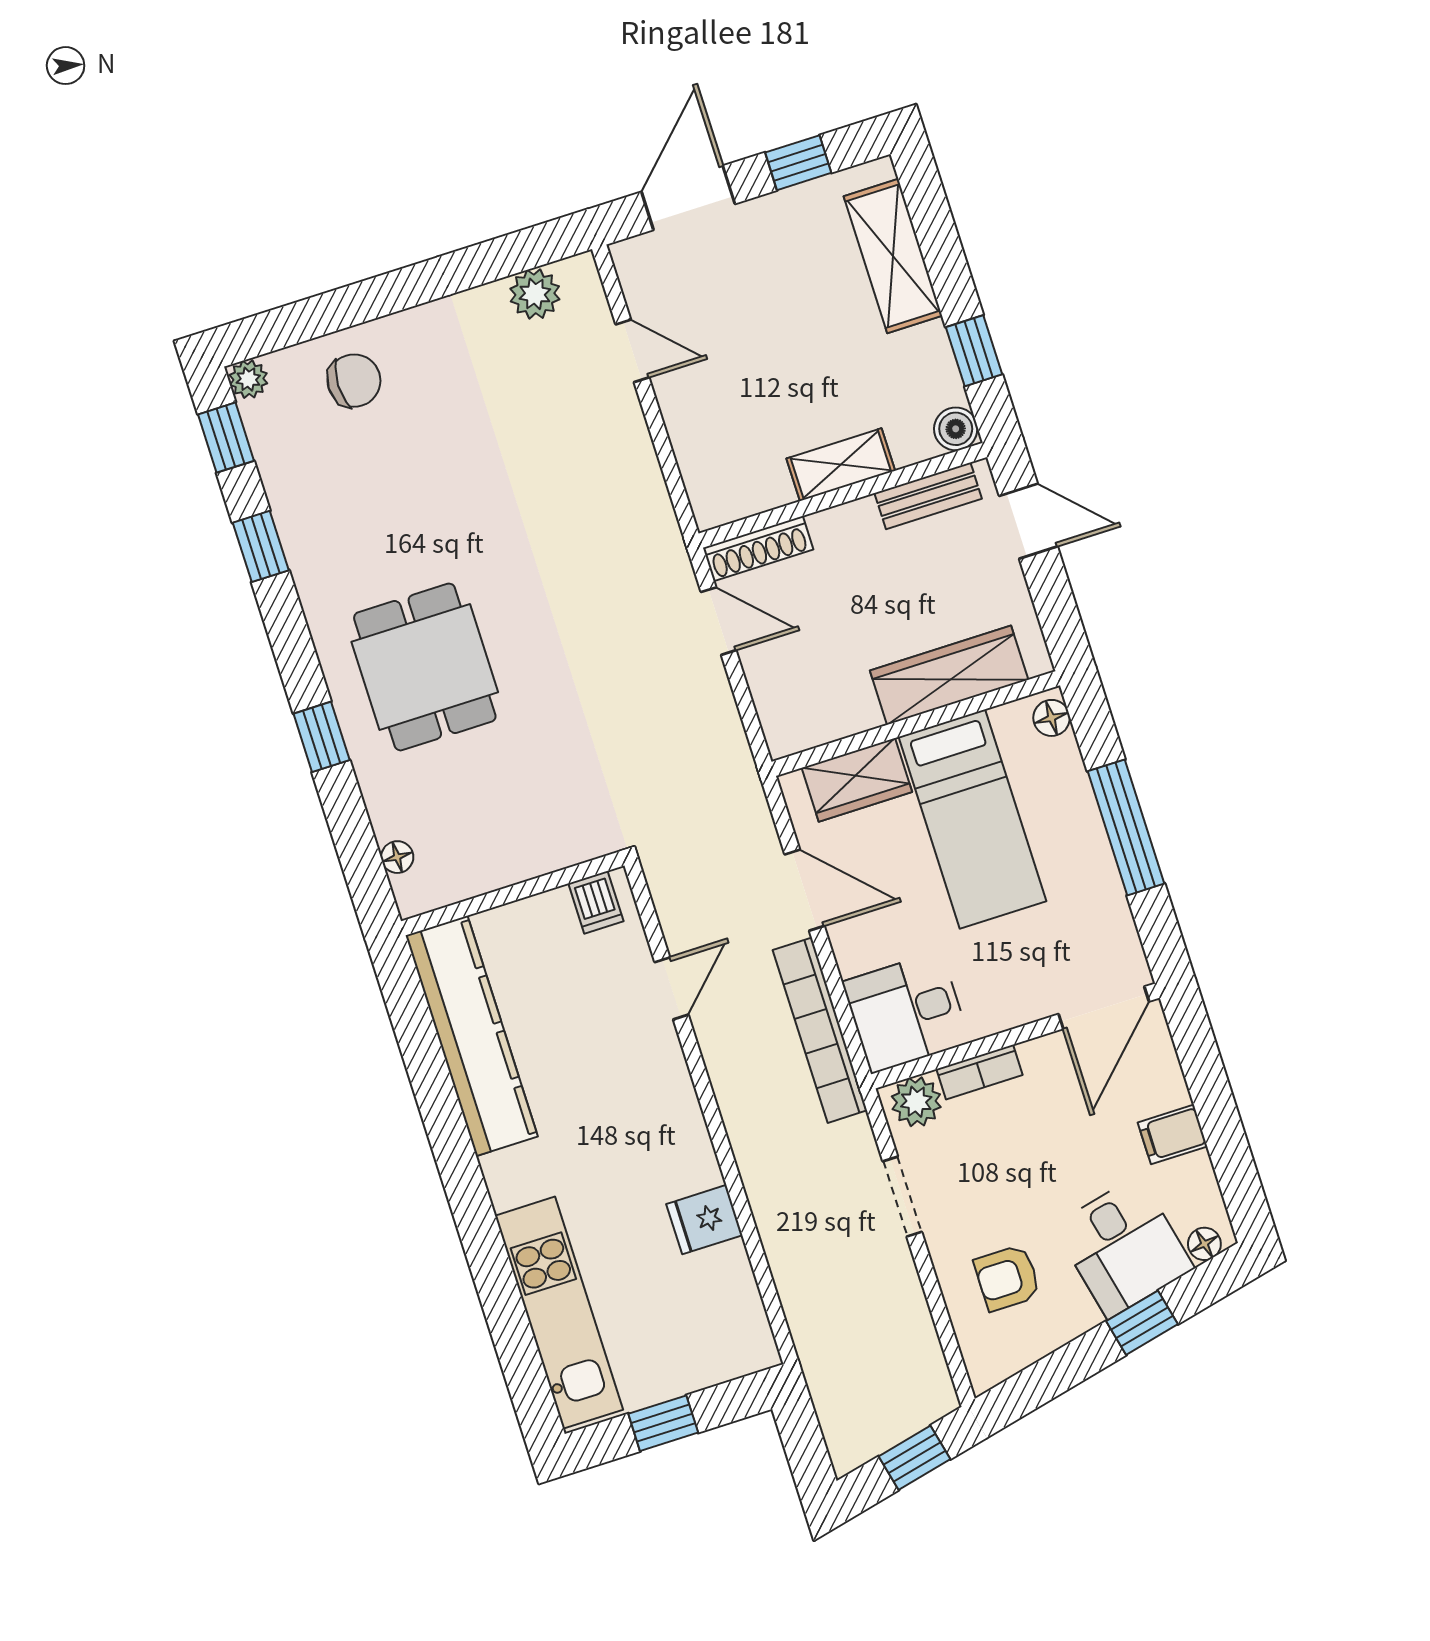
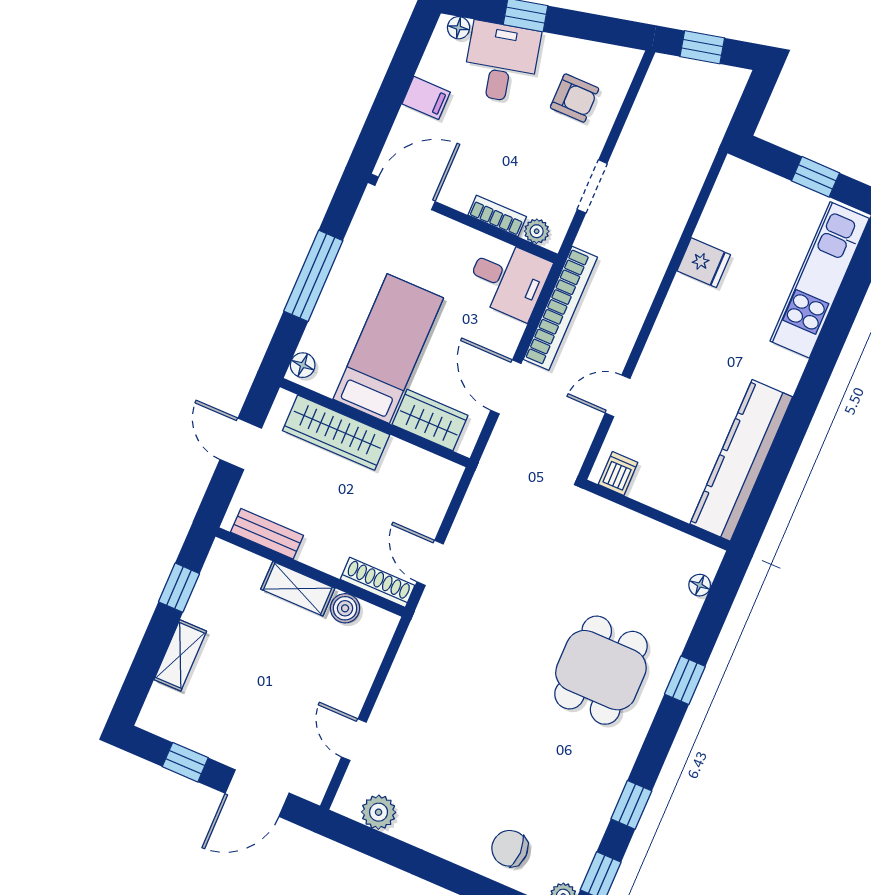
shelving: (893, 256) -> (180, 655), width x0.67, depth x0.75
boiler: (956, 429) -> (345, 608), moved
door: (1028, 521) -> (241, 444), moved
plant: (916, 1102) -> (537, 231), width x0.73, depth x0.73

